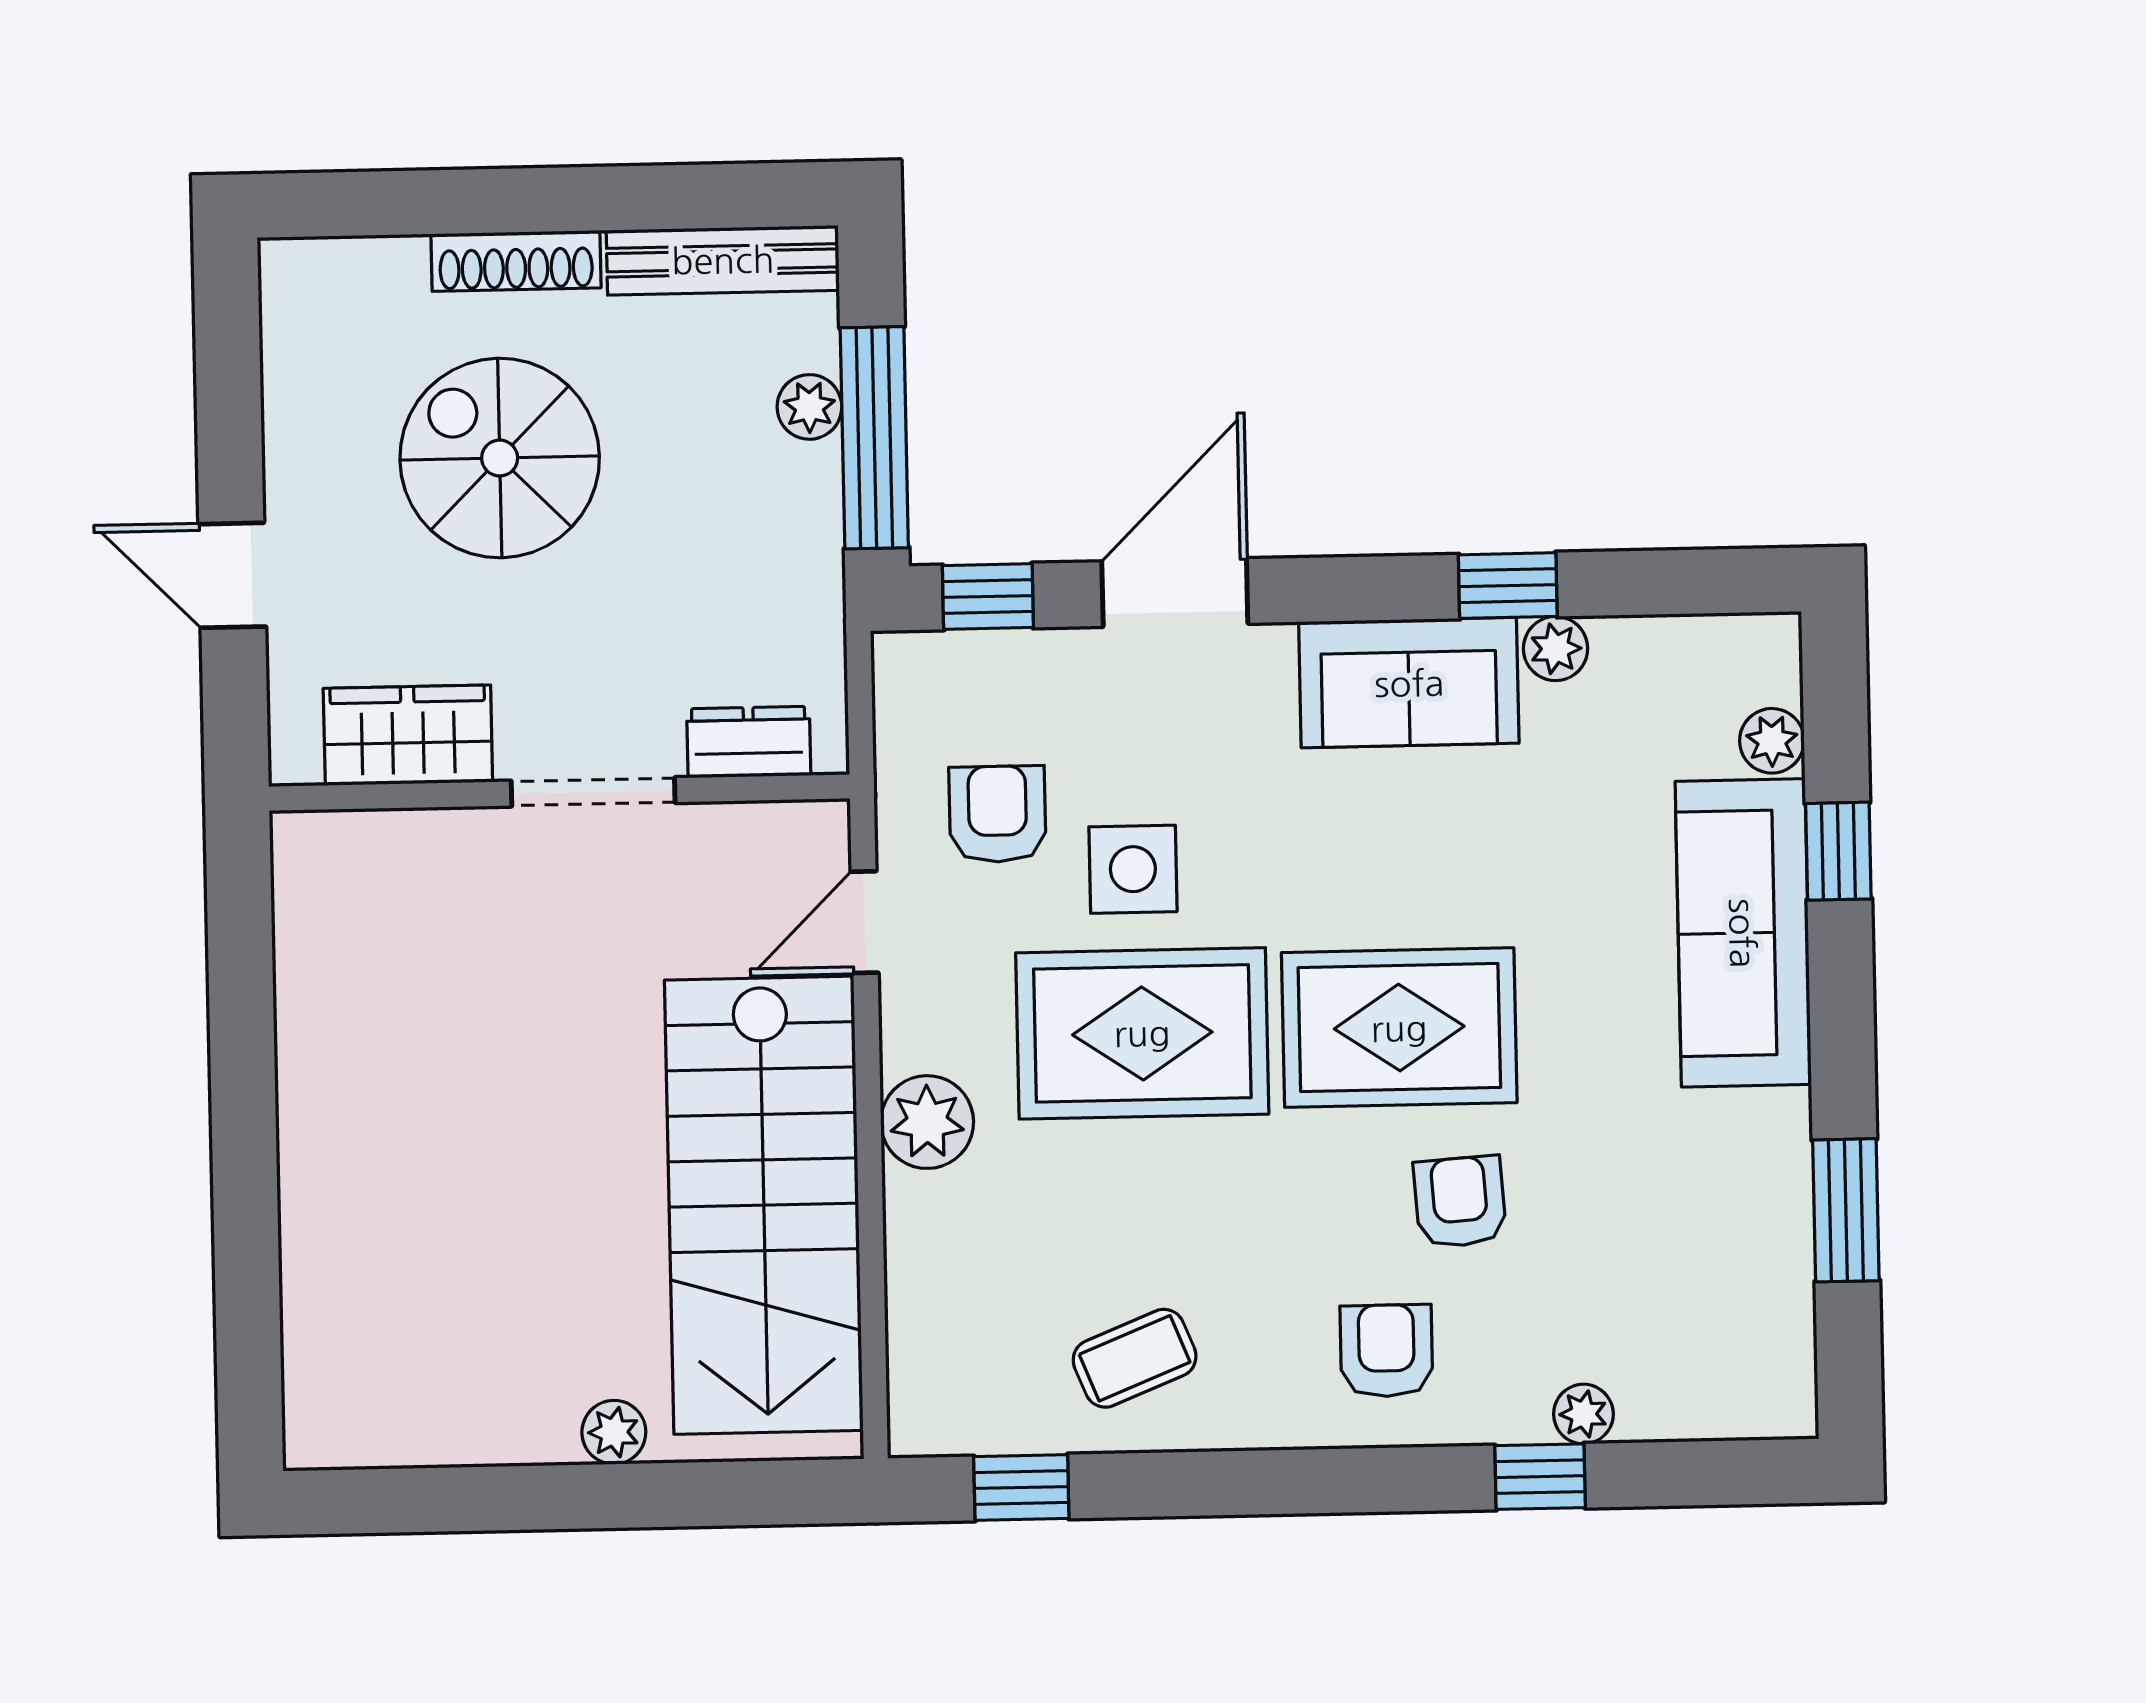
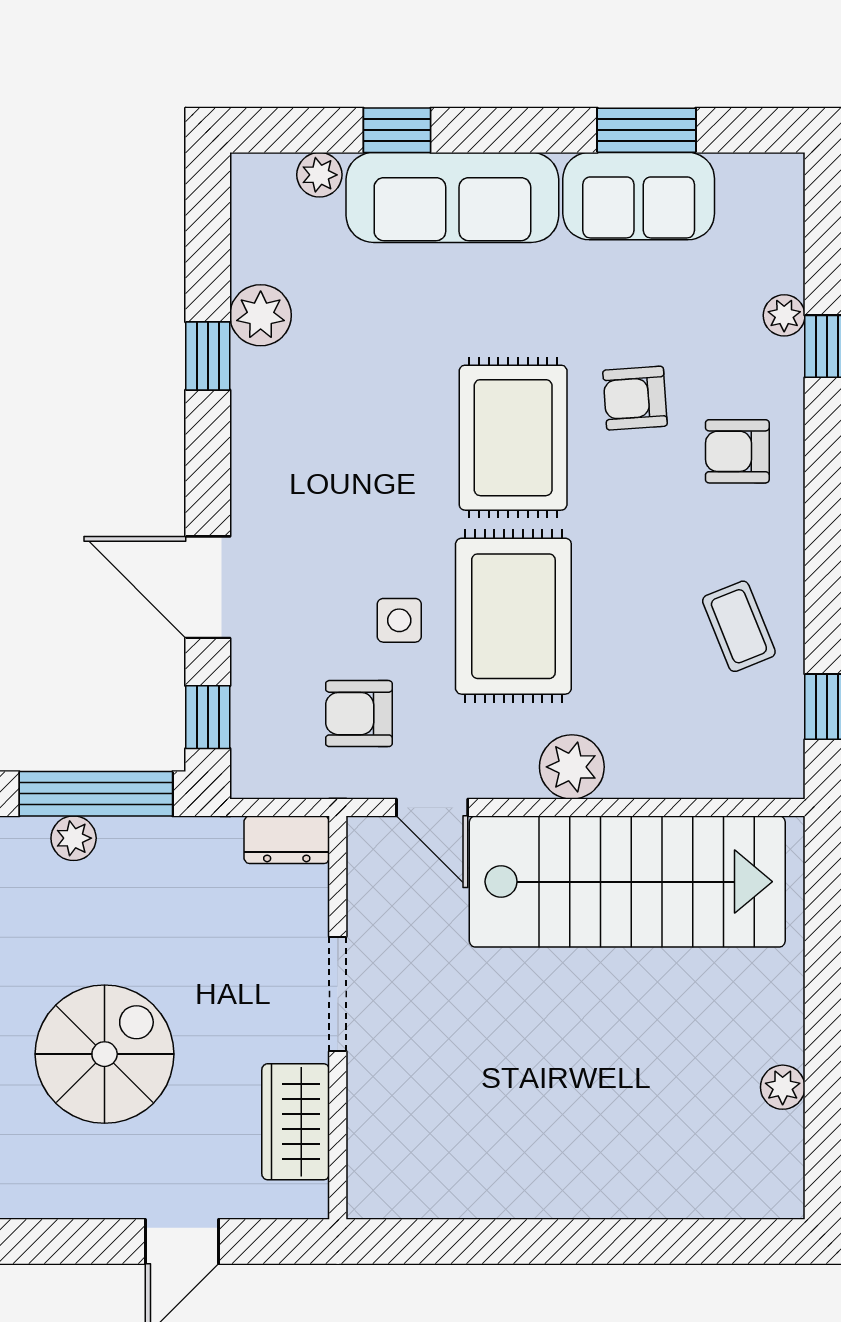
spiral stairs: (500, 458) -> (105, 1054), turned 180
plant: (1556, 649) -> (261, 315), width x1.38, depth x1.38
sofa: (1409, 683) -> (639, 196), moved, turned 90
dresser: (749, 742) -> (287, 840), moved, turned -90
side table: (1133, 869) -> (399, 620), width x0.73, depth x0.73
plant: (614, 1432) -> (783, 1087), moved

